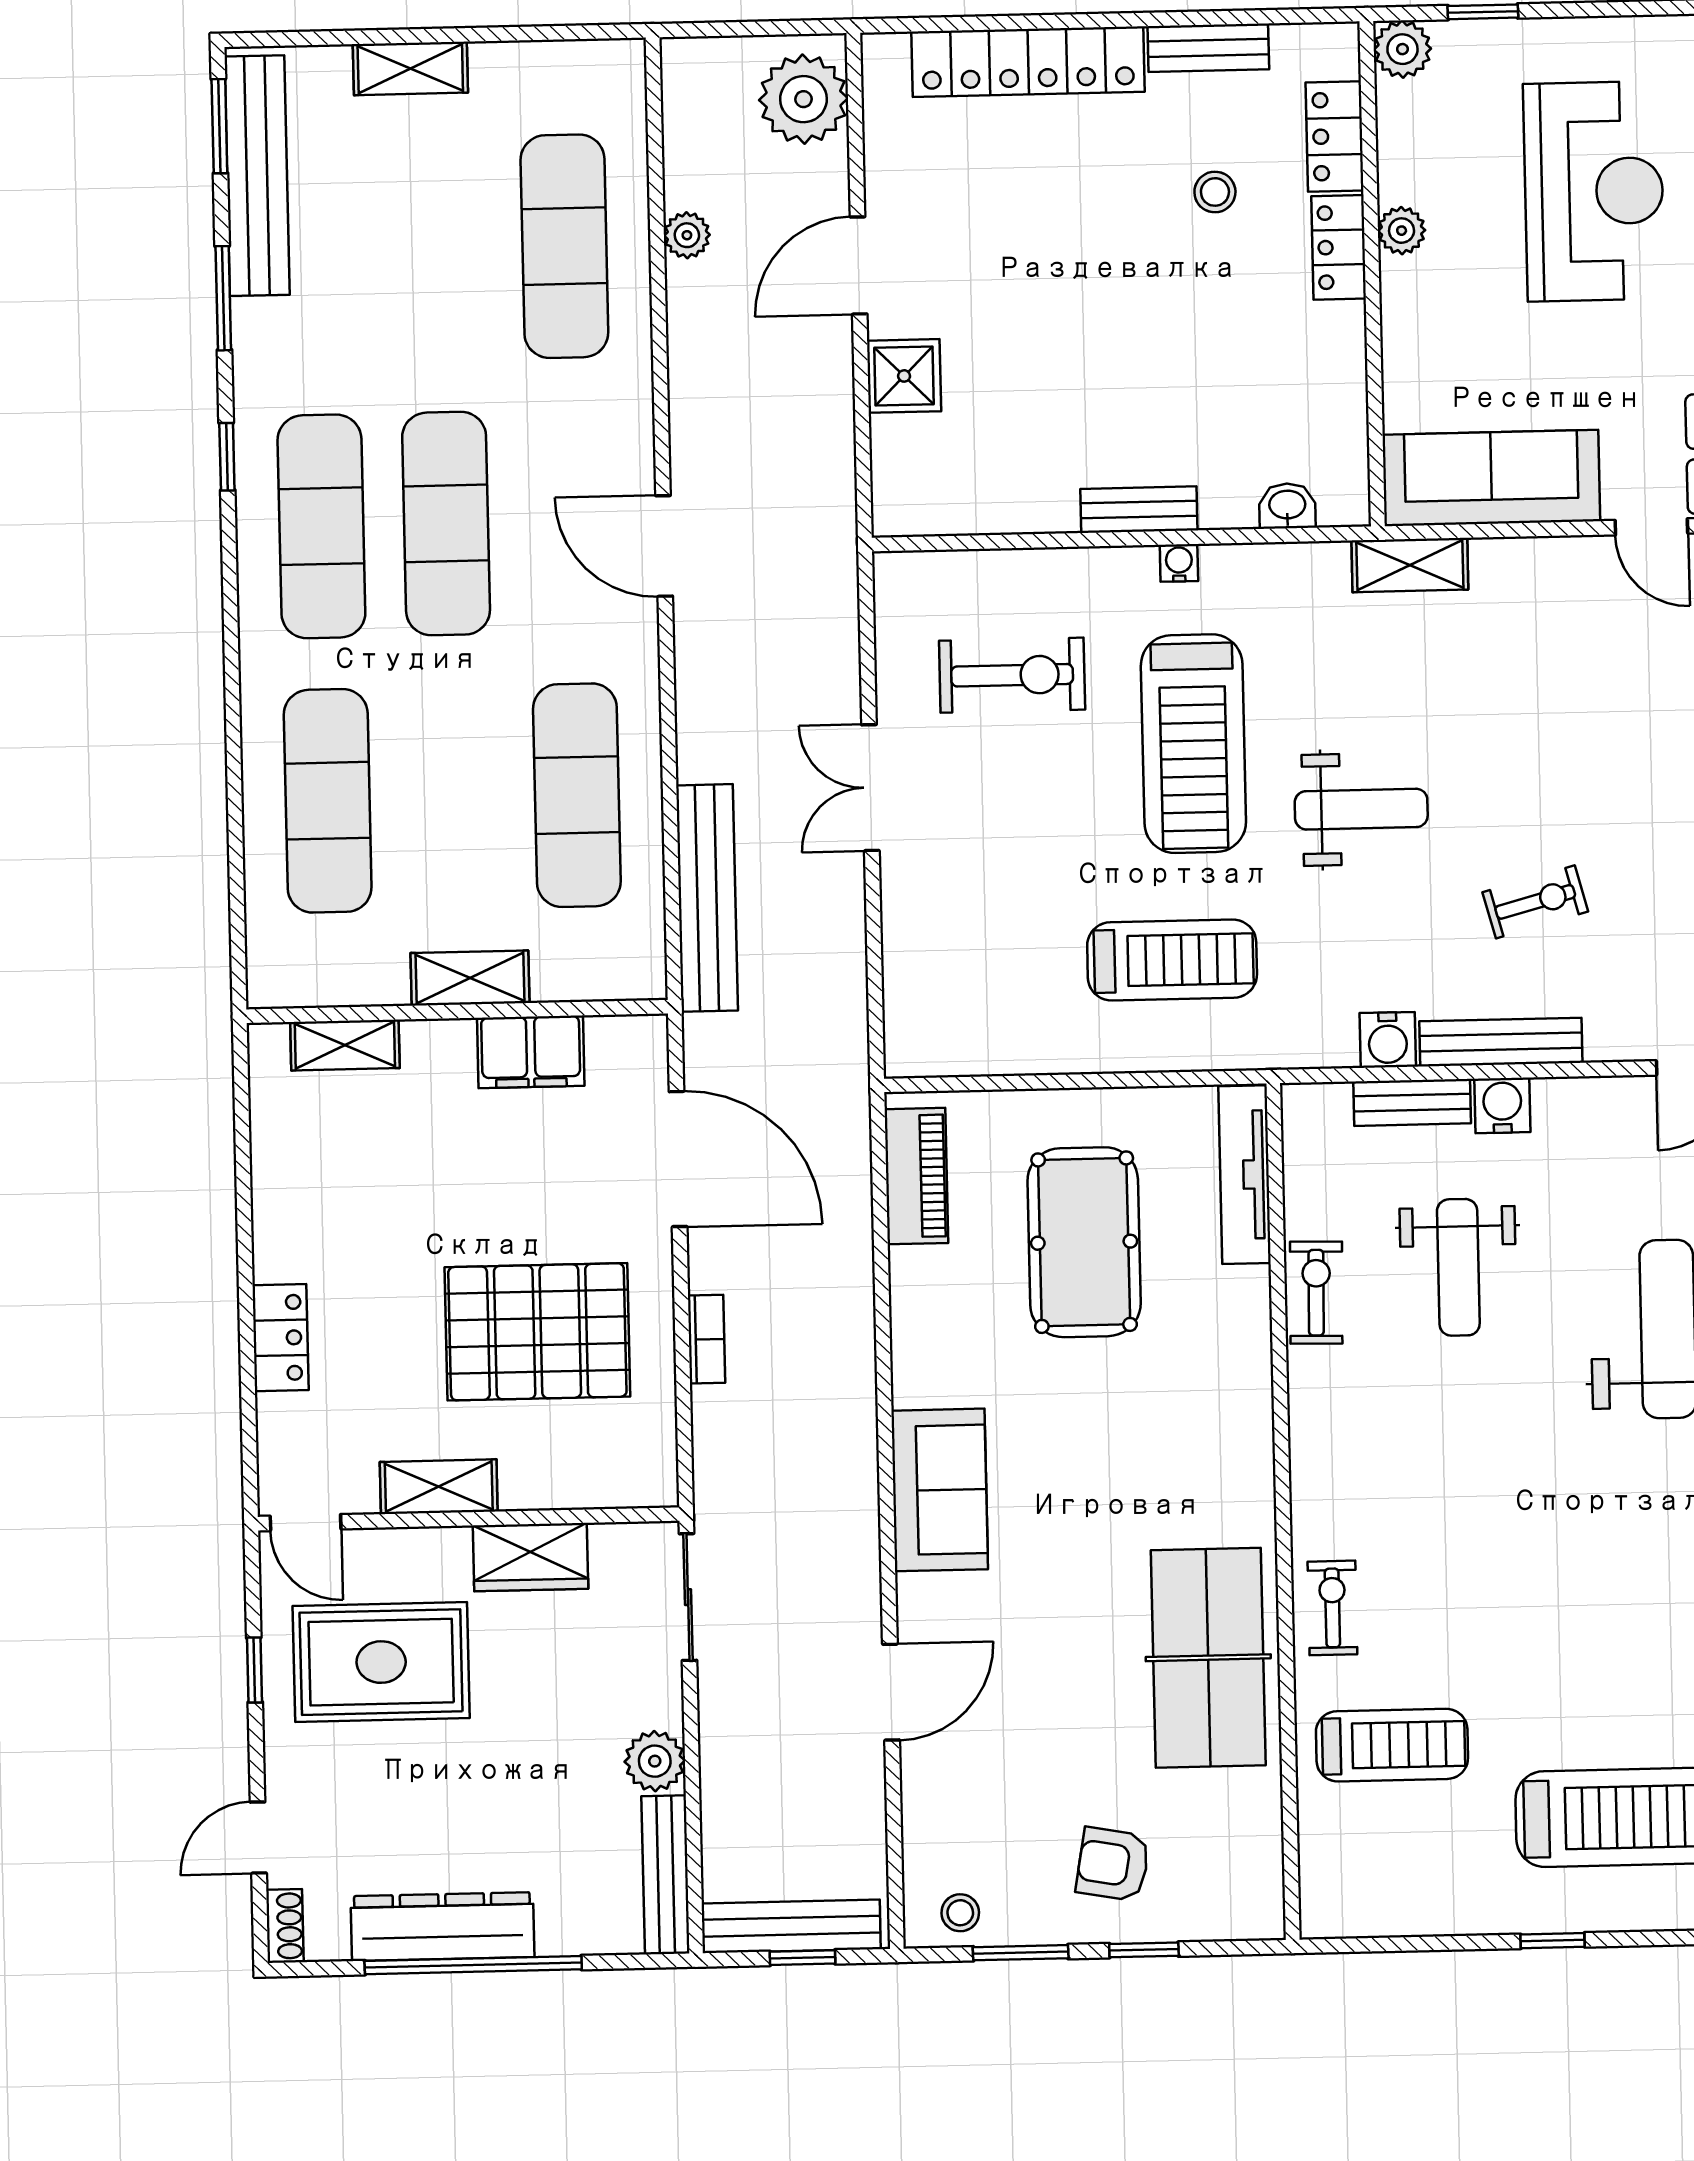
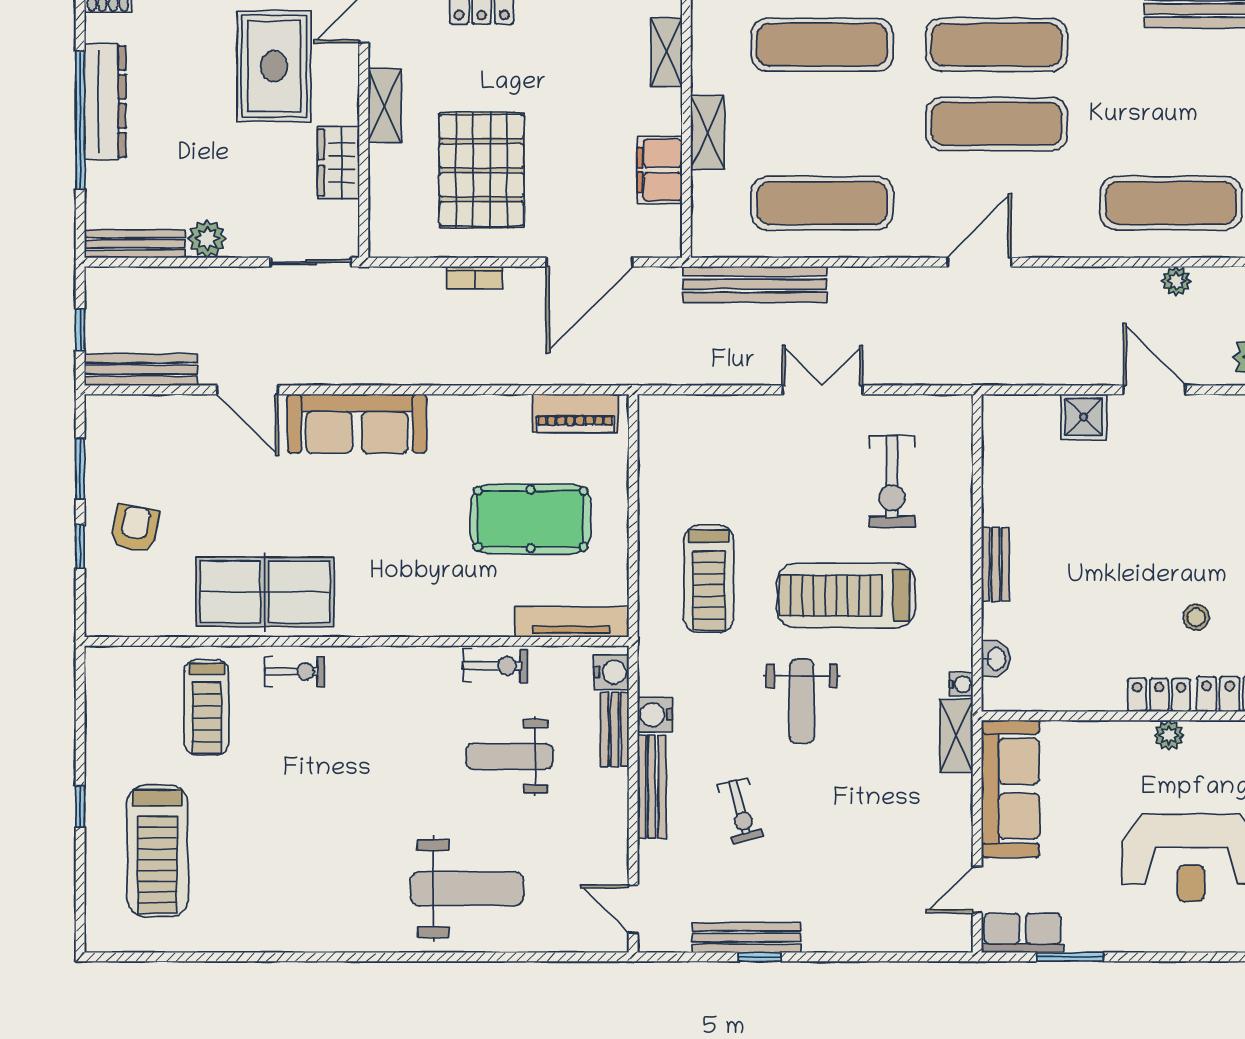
water cooler: (1179, 563) -> (961, 684), moved
water cooler: (1502, 1105) -> (612, 672), moved
sofa: (940, 1490) -> (357, 424), width x1.36
stool: (960, 1913) -> (106, 431), removed
bench: (791, 1926) -> (141, 370), moved, turned 90

